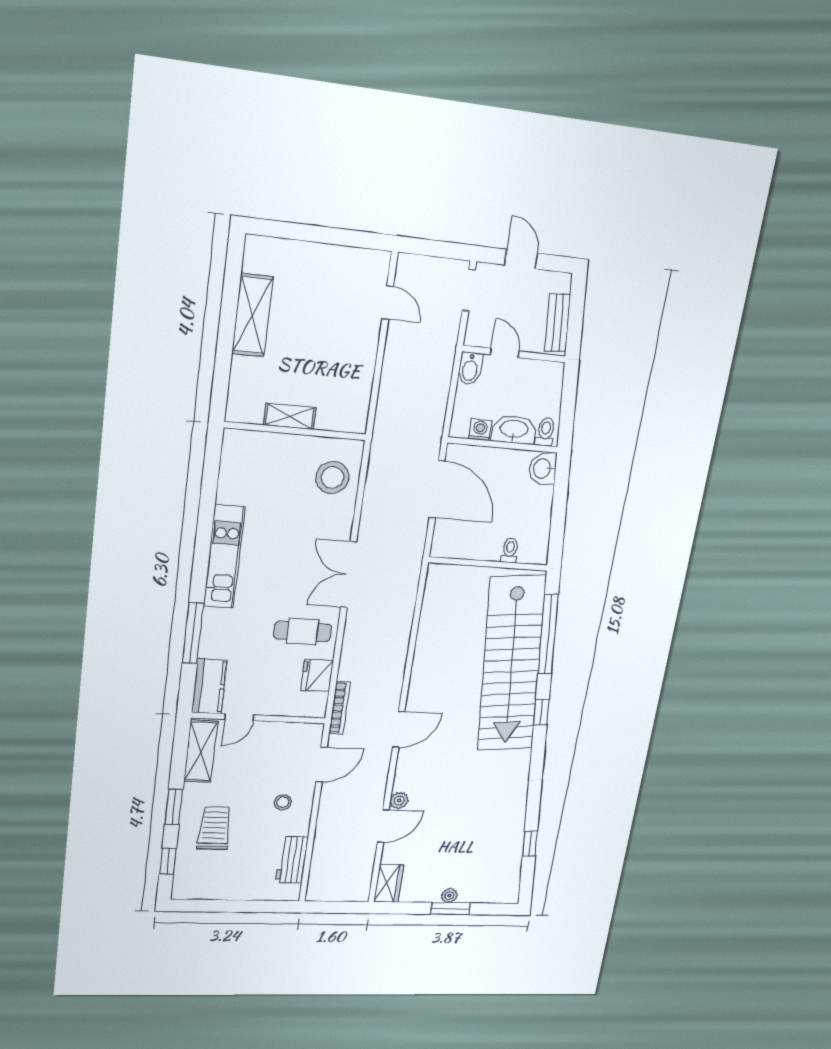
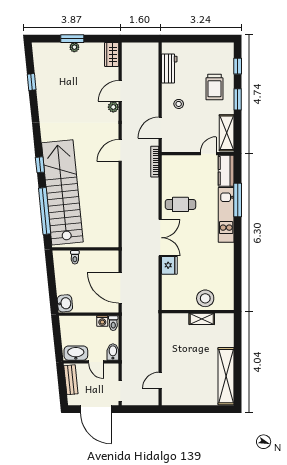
door: (521, 259) -> (96, 409), width x1.88
door: (388, 303) -> (160, 380), hinge flipped
shelving: (252, 315) -> (226, 376), width x1.47
washbasin: (514, 429) -> (76, 353), moved, turned 180
toilet: (546, 432) -> (113, 323), moved
stool: (332, 478) -> (205, 298), moved
kitchen unit: (224, 557) -> (226, 215), moved
fridge: (317, 675) -> (169, 265), moved

